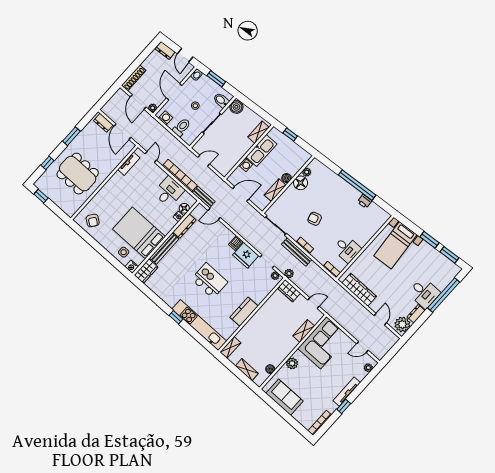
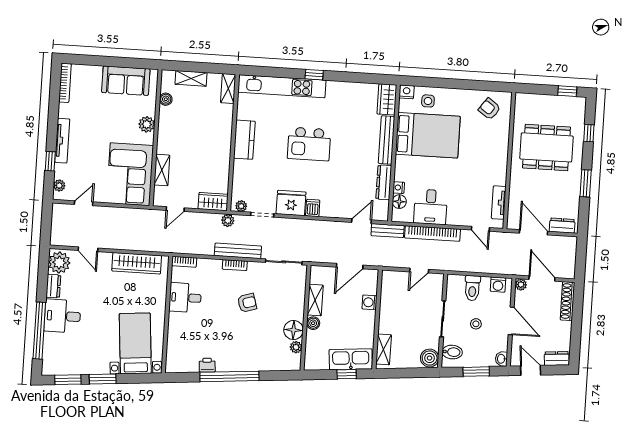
kitchen sink: (261, 151) -> (351, 359), moved, turned 85
window: (344, 406) -> (50, 161), moved

